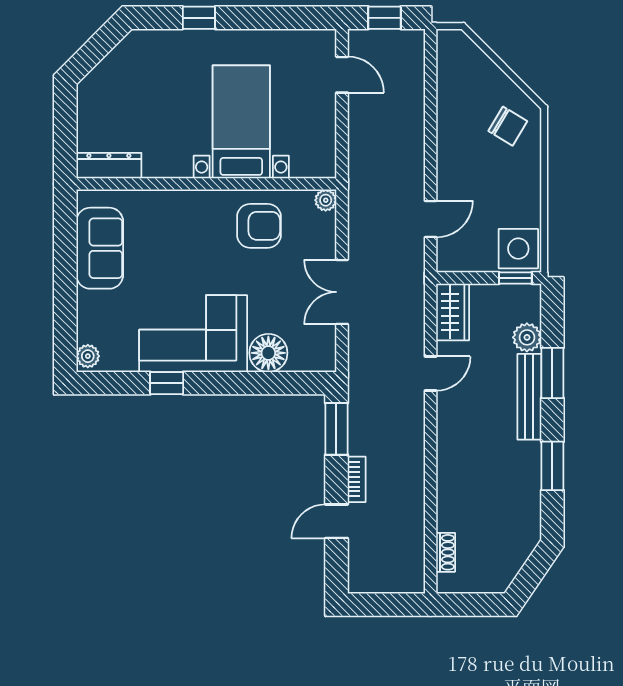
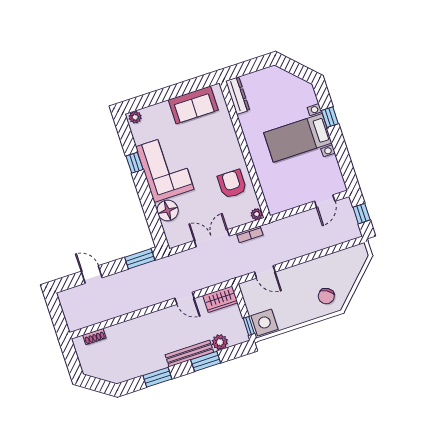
bed with nightstands: (241, 122) -> (298, 138), moved, turned 180
armchair: (259, 226) -> (232, 184), turned 180
bookcase: (357, 479) -> (250, 234), moved

